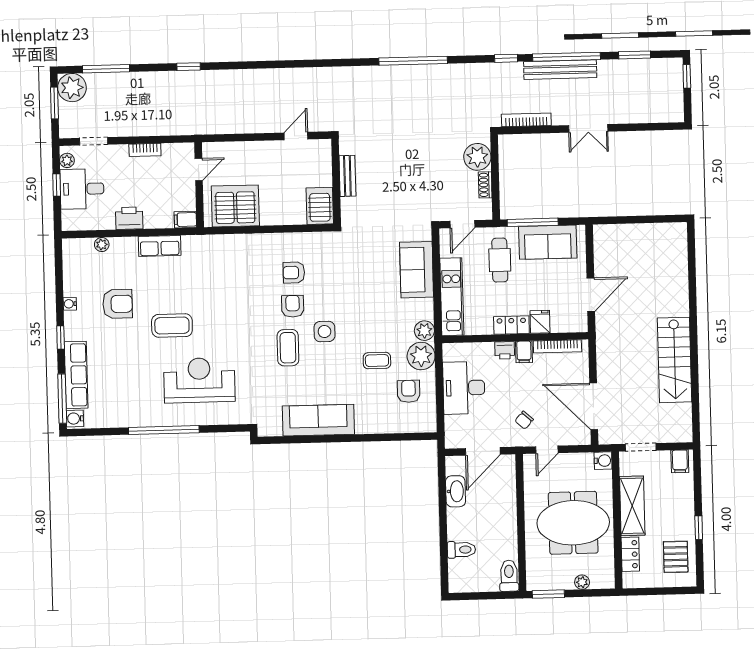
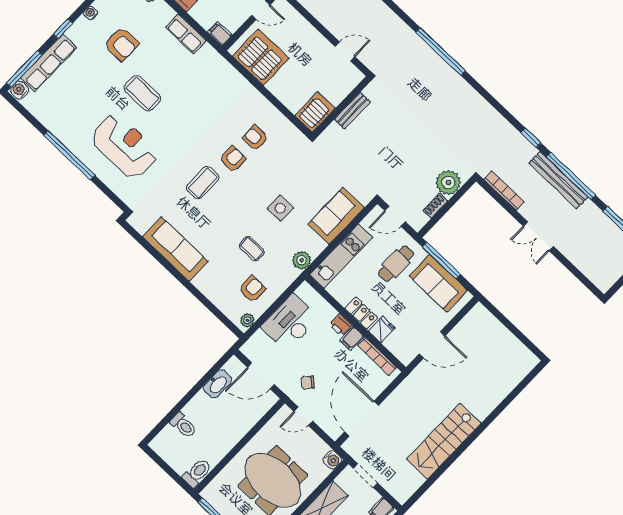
window: (413, 61) -> (441, 52), moved
side table: (324, 332) -> (280, 208), moved
plant: (421, 356) -> (247, 320), moved, width x0.53, depth x0.53

